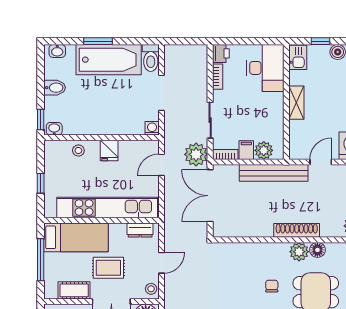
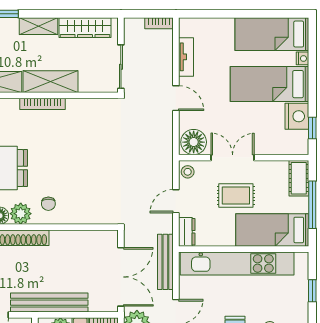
bench: (171, 209) -> (165, 262), added
dresser: (140, 230) -> (187, 232), moved, turned 90
chair: (272, 286) -> (48, 204), moved
cot: (74, 290) -> (299, 178), moved, turned 90

